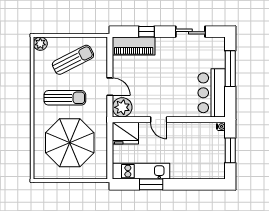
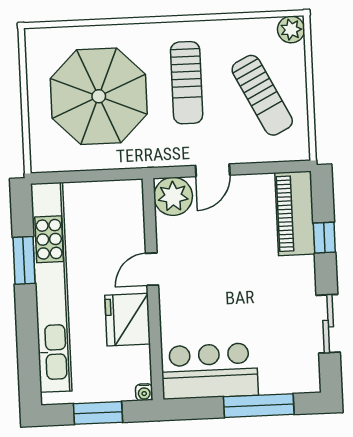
fridge: (125, 133) -> (128, 320), moved
kitchen unit: (141, 171) -> (51, 287), width x1.86

